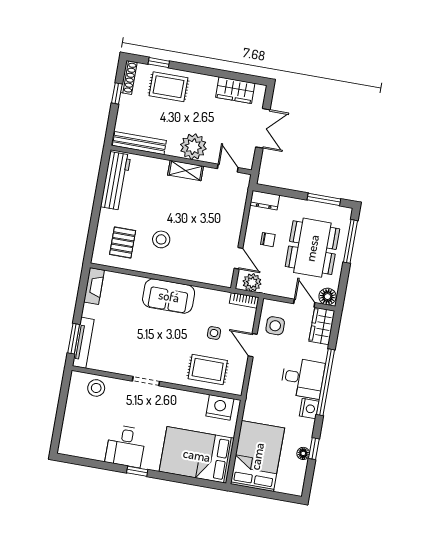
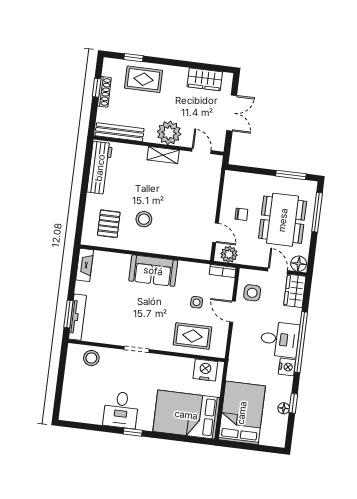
shoe rack: (129, 77) -> (104, 92), moved
dresser: (265, 200) -> (237, 179), removed

